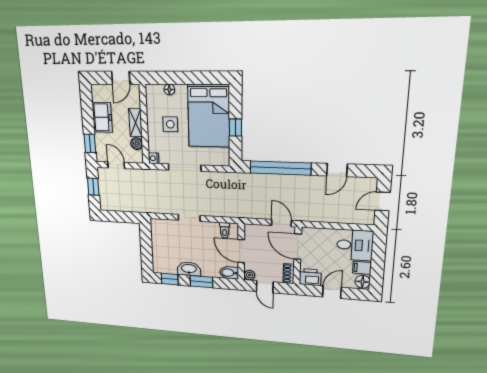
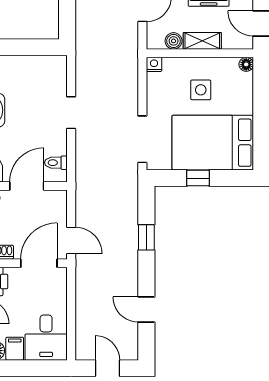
floor lamp: (169, 89) -> (246, 64), moved
doorway: (185, 168) -> (142, 139), moved
window: (280, 168) -> (146, 237), width x0.32
door: (281, 223) -> (71, 241), hinge flipped

